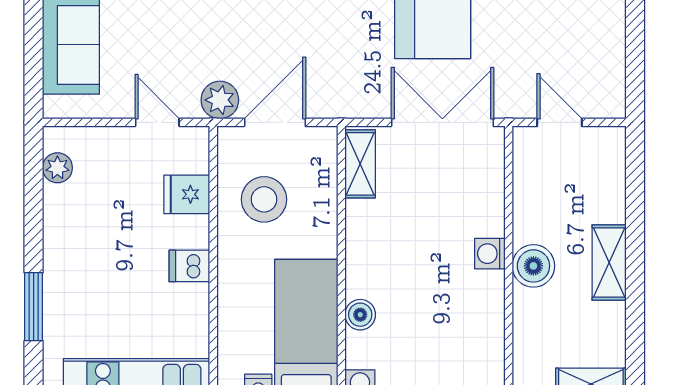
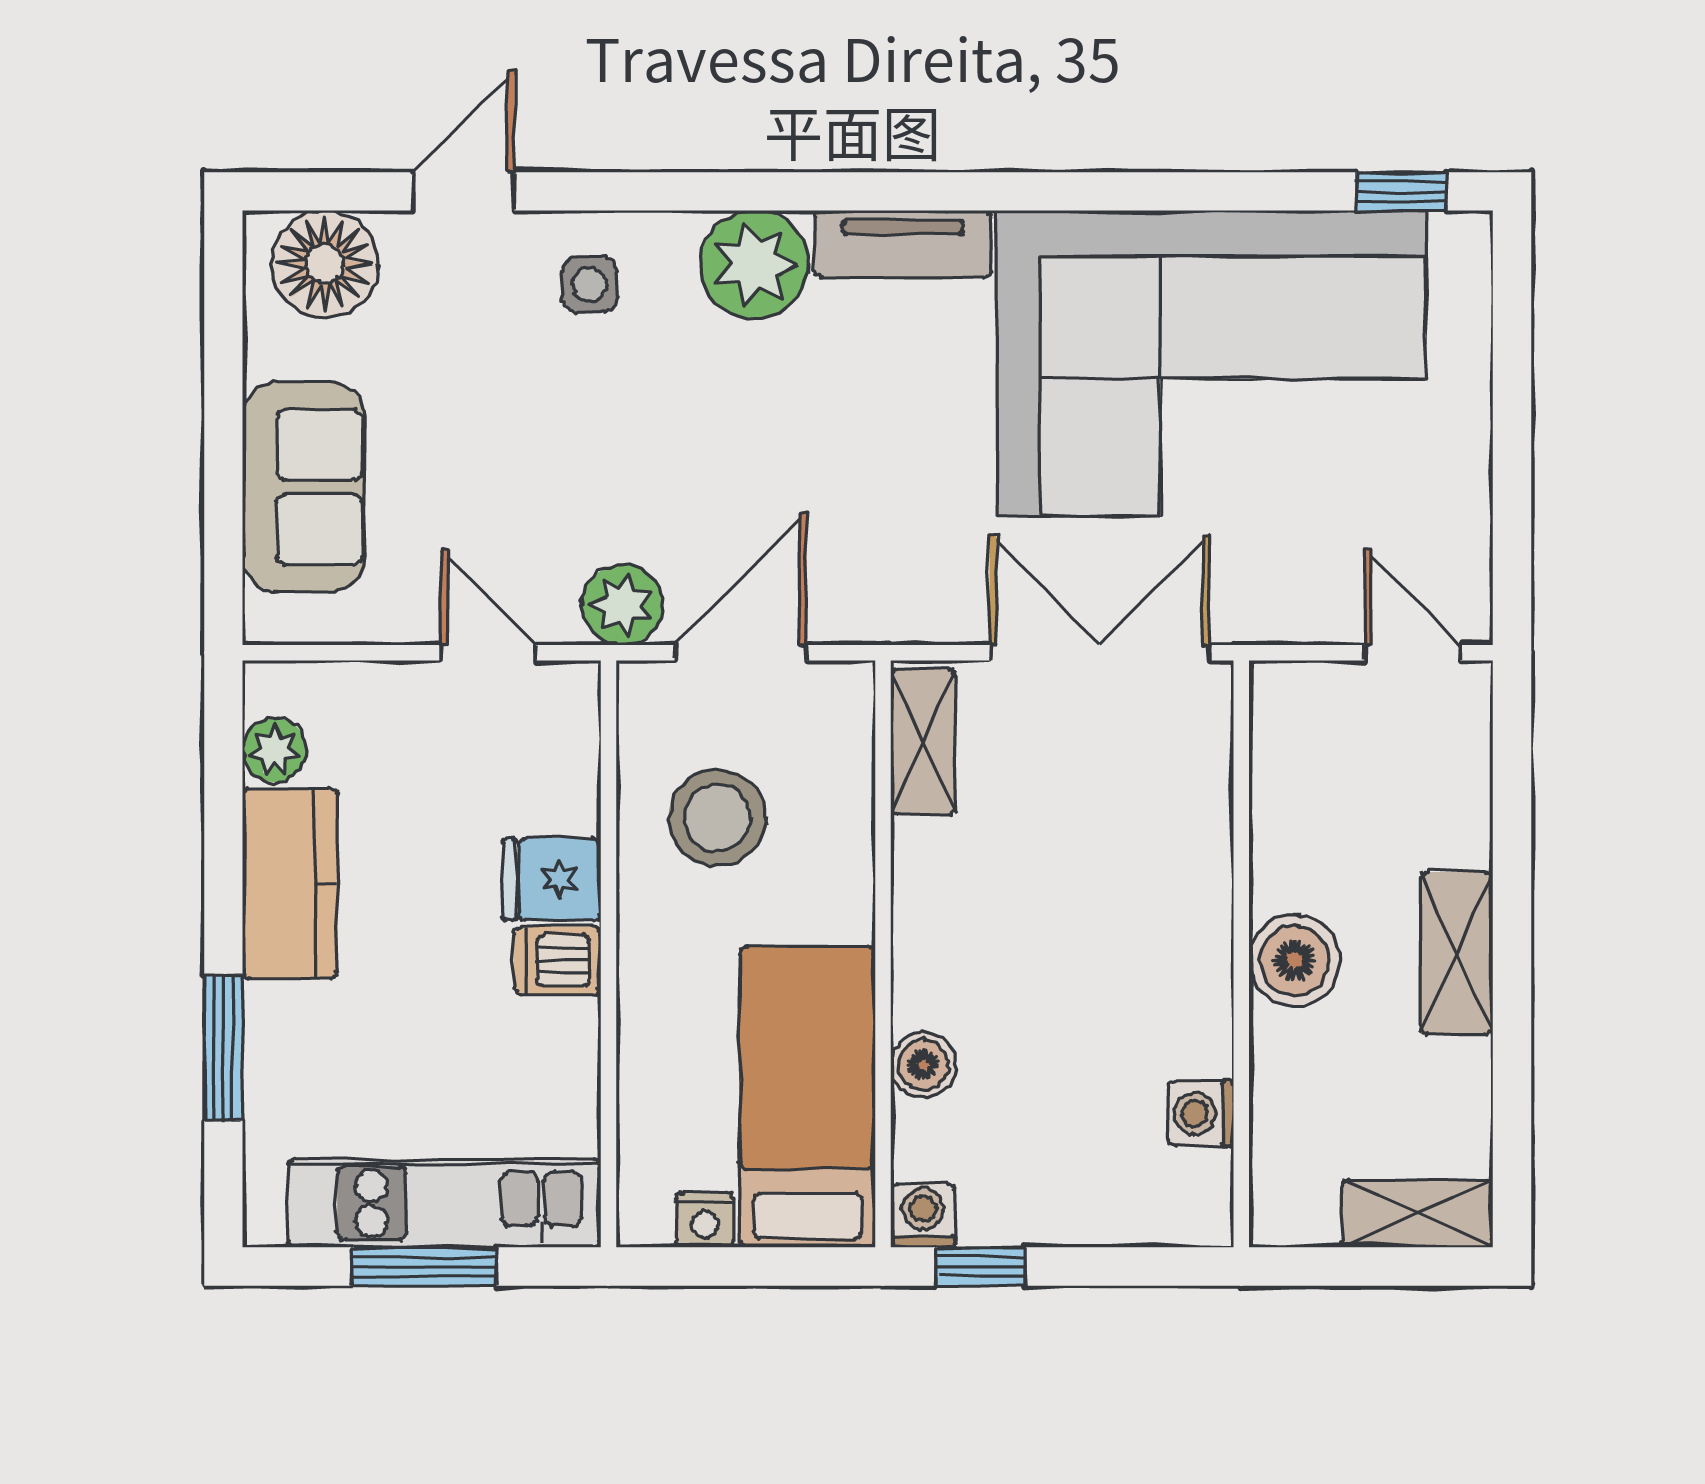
door: (560, 122) -> (1412, 653), moved
fridge: (187, 194) -> (552, 879), moved
kitchen counter: (65, 230) -> (290, 883), added
washing machine: (490, 254) -> (1201, 1113), moved

